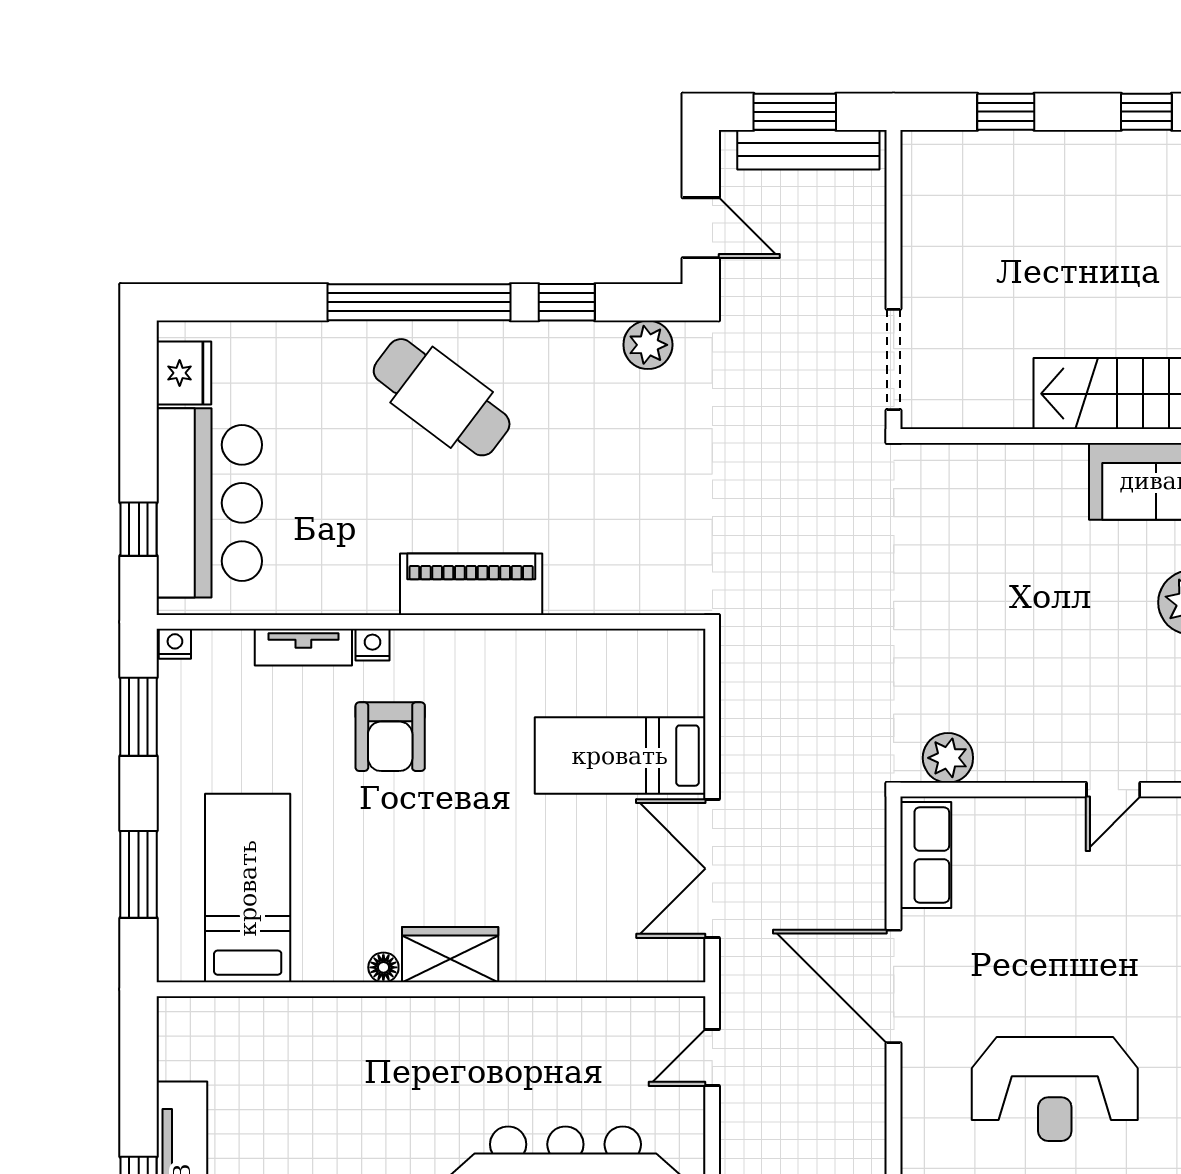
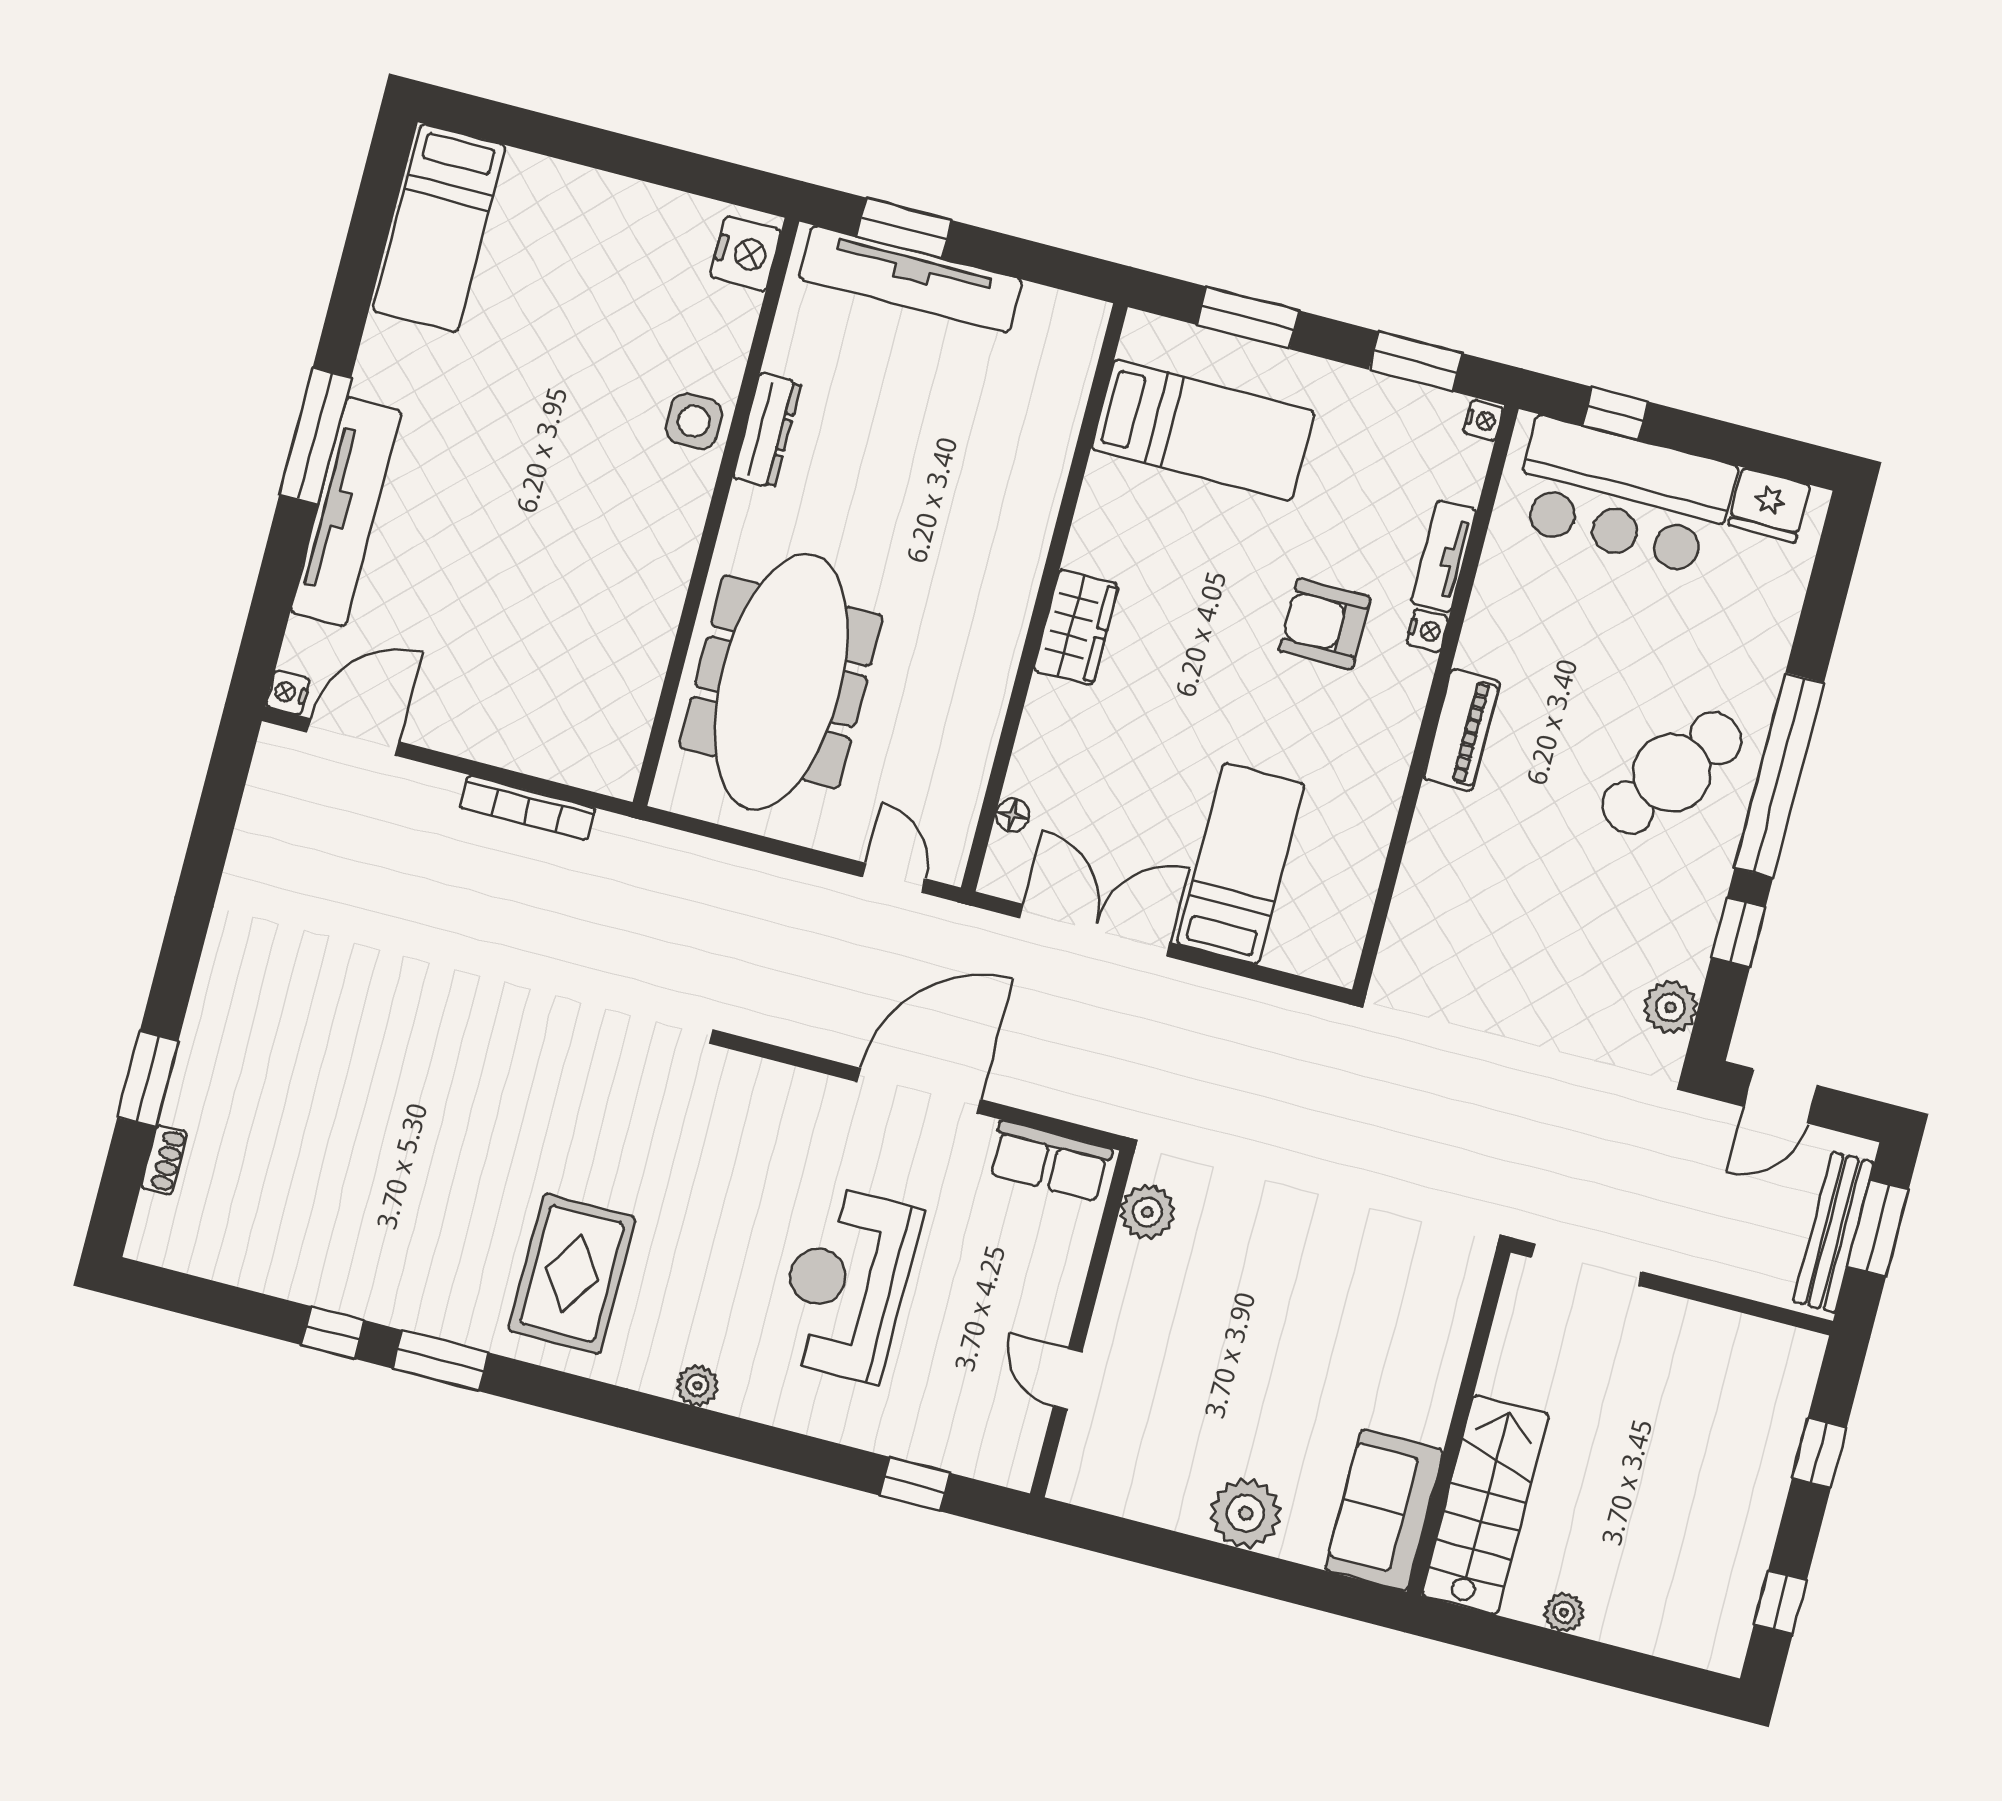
piano: (471, 584) -> (1462, 730), width x0.73, depth x0.75
floor lamp: (383, 967) -> (1012, 815), moved
reception desk: (1055, 1089) -> (847, 1284), moved

